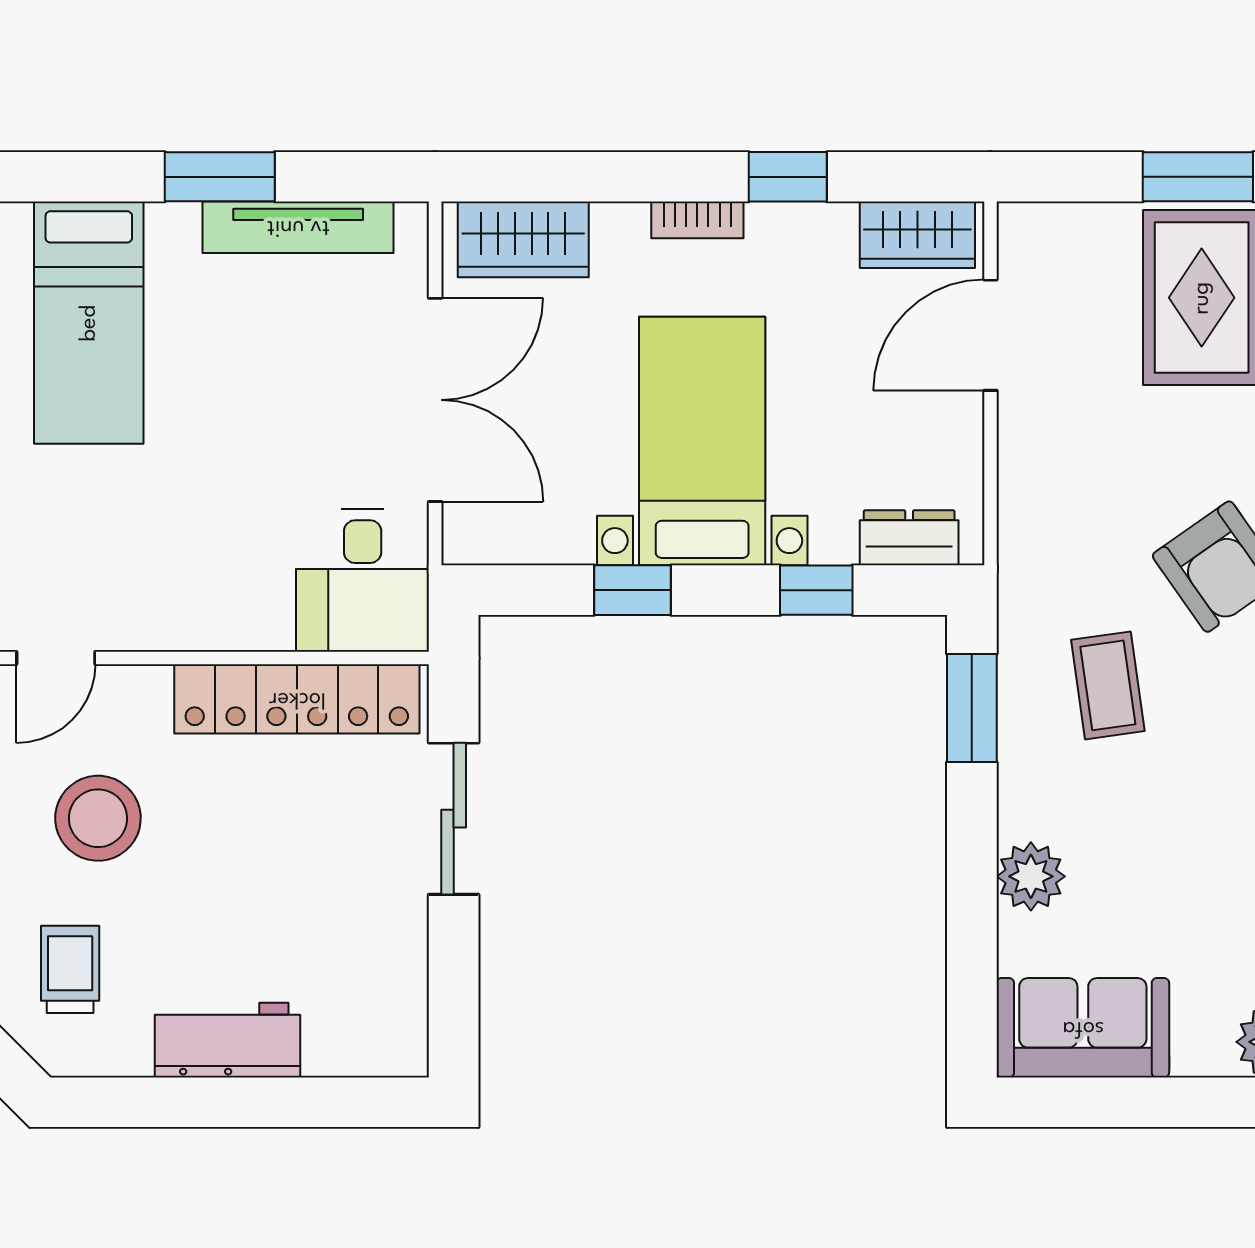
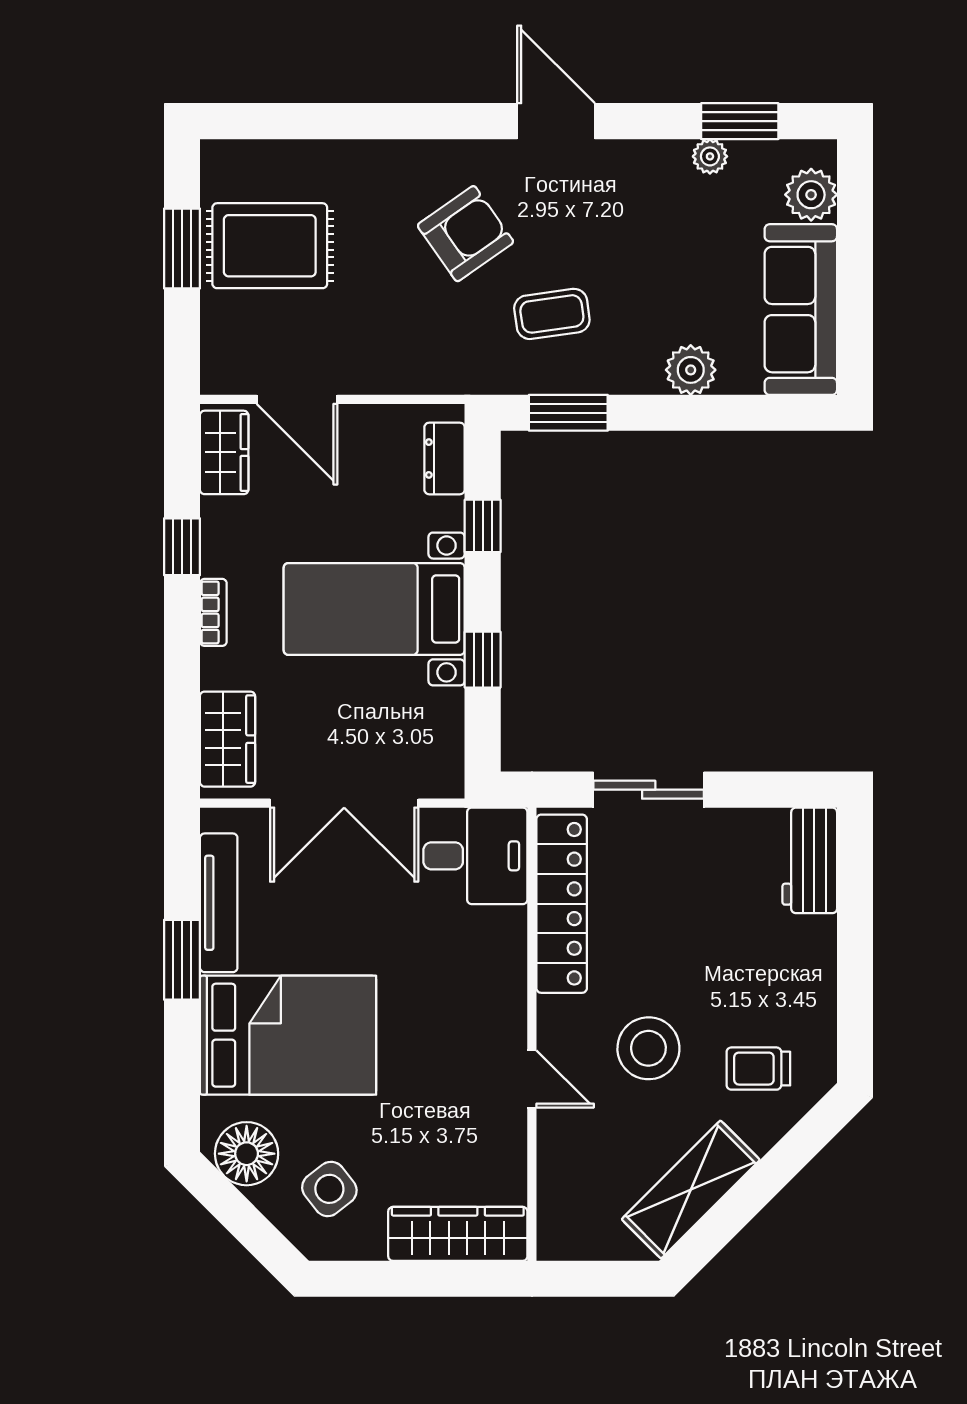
bed: (89, 323) -> (288, 1035), width x1.50
double door: (435, 400) -> (344, 803), swing flipped
sofa: (1083, 1028) -> (801, 310), width x1.36
workbench: (227, 1040) -> (810, 860), moved

